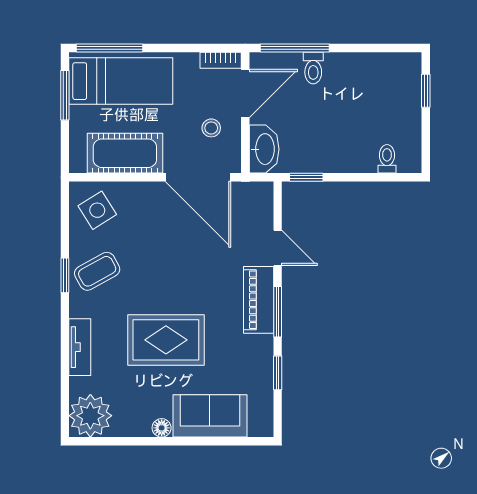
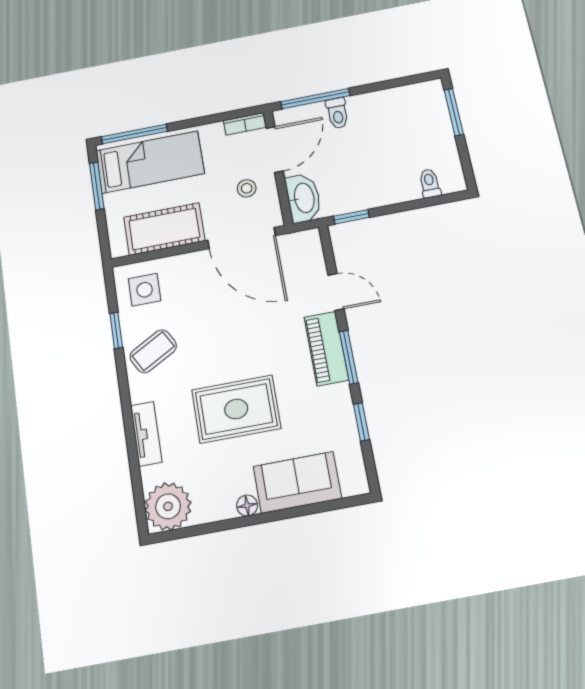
window: (426, 91) -> (454, 112), width x1.50
side table: (97, 210) -> (145, 290), turned 32
window: (65, 275) -> (116, 330), moved

